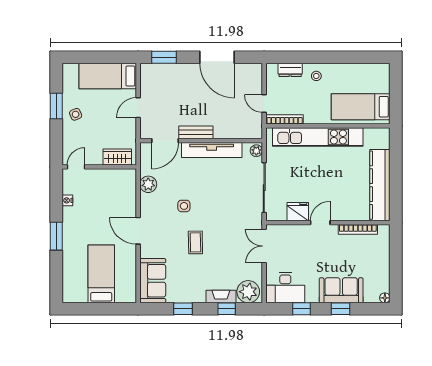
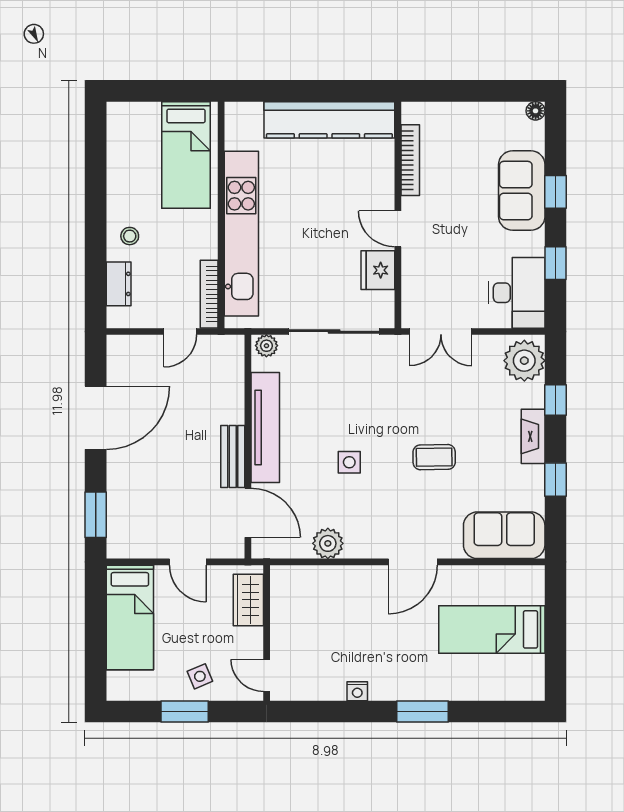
wardrobe: (117, 157) -> (248, 600), moved
door: (76, 167) -> (267, 675), moved
wall: (99, 167) -> (267, 633), moved
side table: (184, 206) -> (349, 462), moved
fireplace: (221, 297) -> (533, 436), moved

